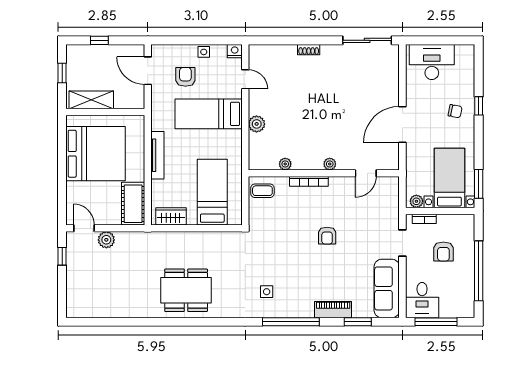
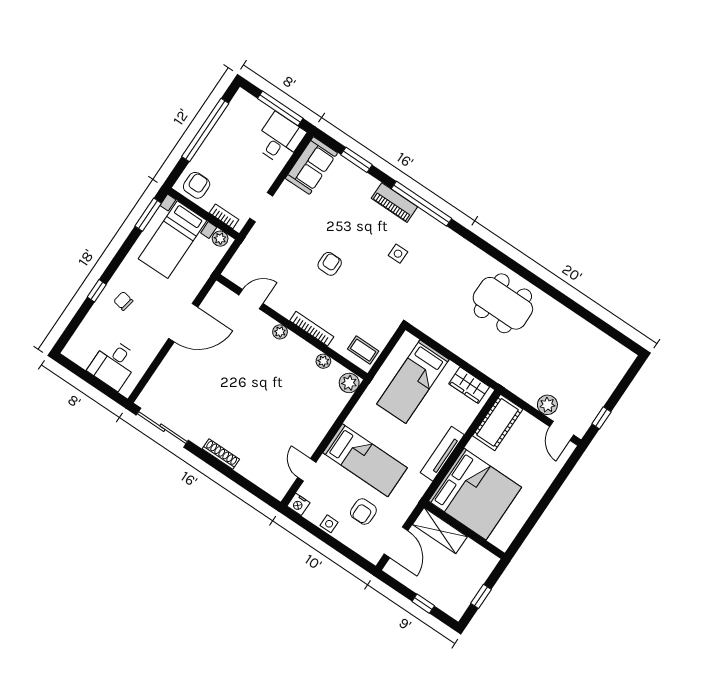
shoe rack: (309, 50) -> (221, 454), width x1.43
desk: (432, 62) -> (114, 364), width x0.73
shelving: (91, 100) -> (440, 531), moved
plant: (257, 124) -> (349, 383), moved
bed: (96, 154) -> (475, 494), moved, turned 180
armchair: (443, 251) -> (197, 185), moved
sofa: (387, 288) -> (311, 166), width x0.73
side table: (267, 292) -> (398, 254), moved
piano: (333, 310) -> (394, 203), moved

